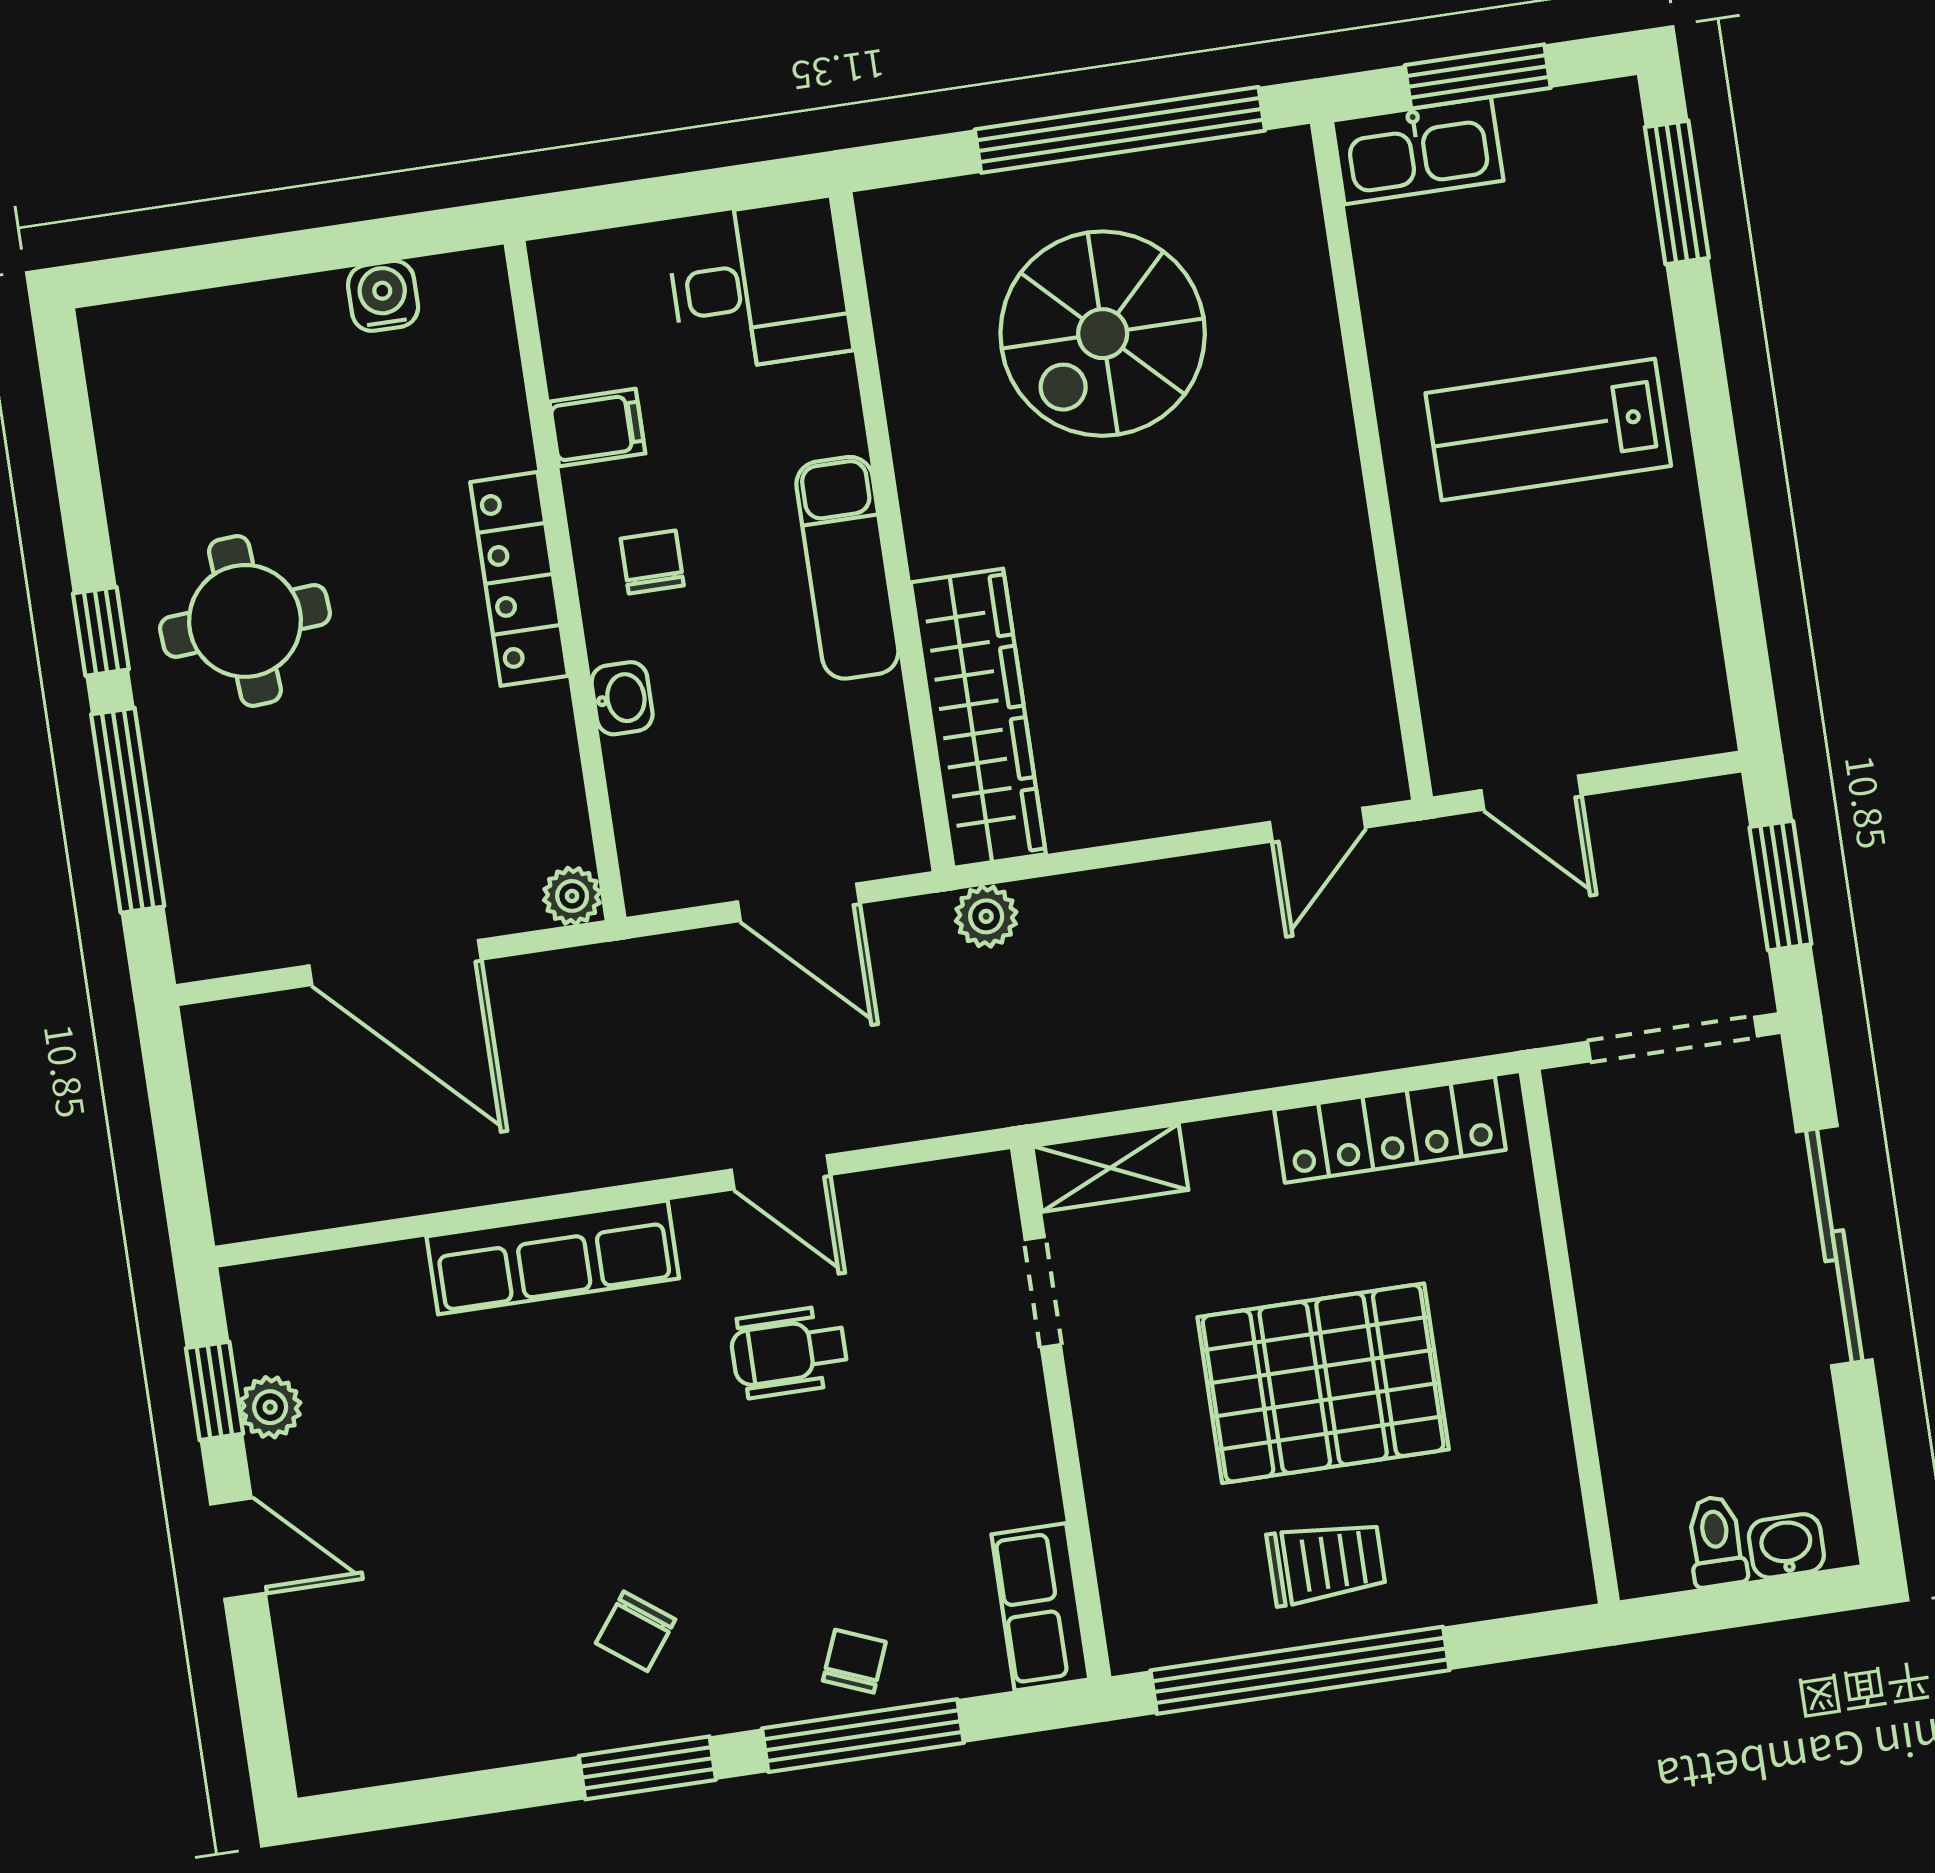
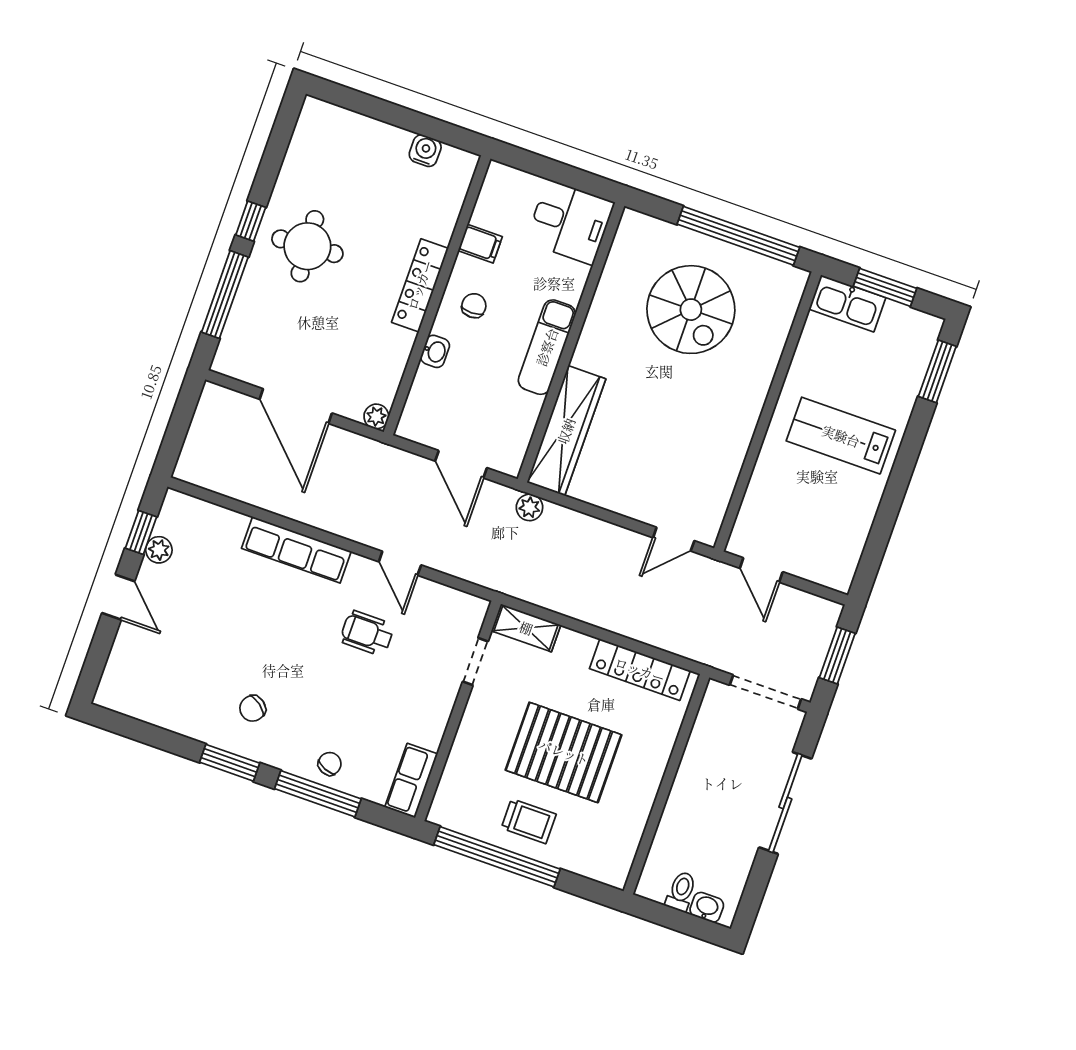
spiral stairs: (1103, 334) -> (691, 310), turned -90

